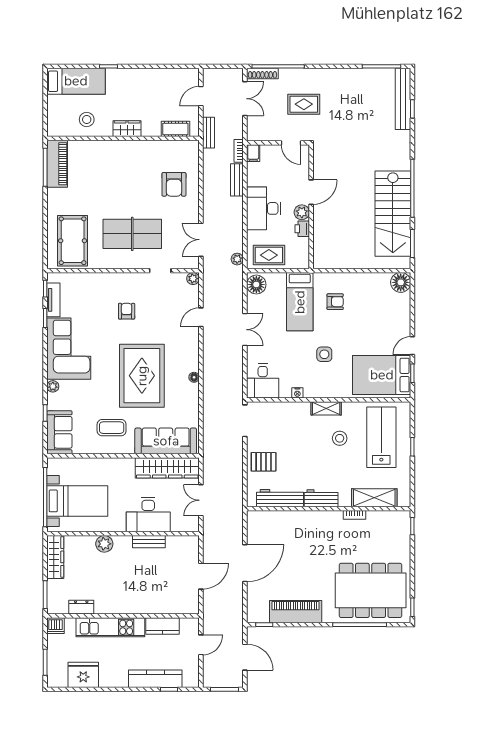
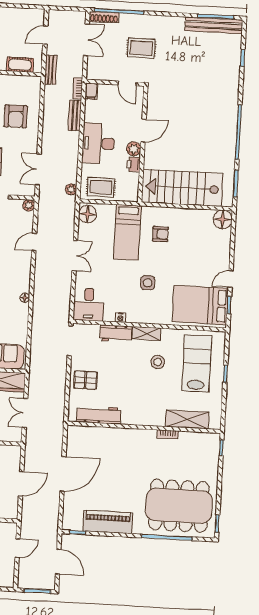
bench: (403, 99) -> (214, 25), moved, turned 90
stairs: (393, 214) -> (182, 188), moved, turned 90
workbench: (321, 498) -> (116, 334), moved, turned 180

